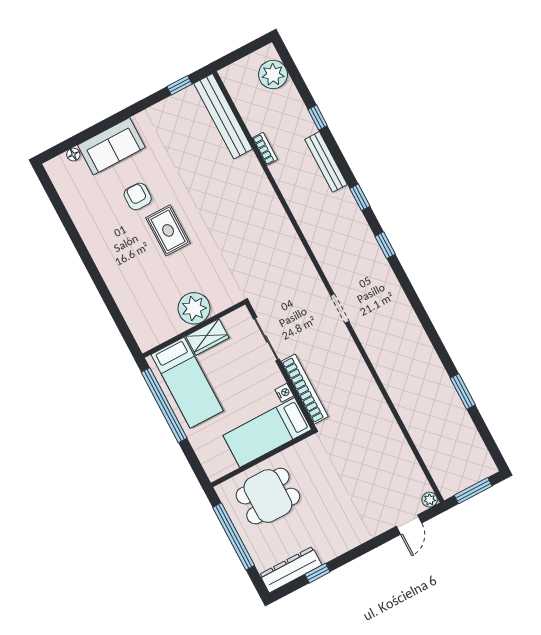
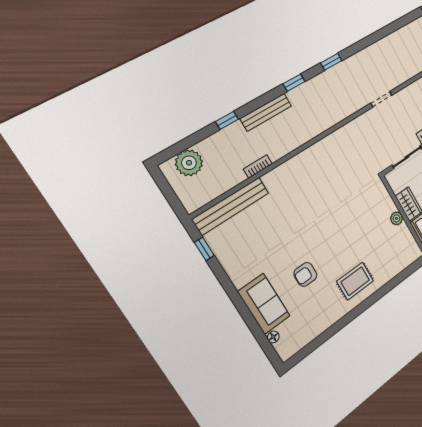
rug: (168, 230) -> (355, 281), moved
plant: (194, 308) -> (397, 218), width x0.53, depth x0.53

